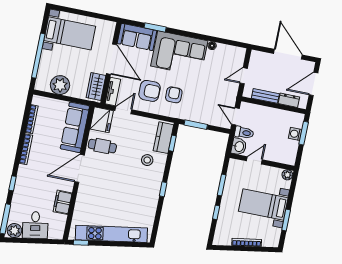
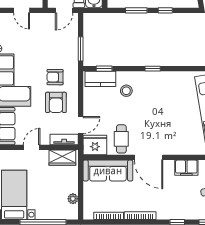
door: (112, 59) -> (32, 147), width x0.53
plant: (60, 85) -> (73, 199), width x0.53, depth x0.53
armchair: (150, 91) -> (56, 102), turned 180
door: (123, 110) -> (81, 125), swing flipped

